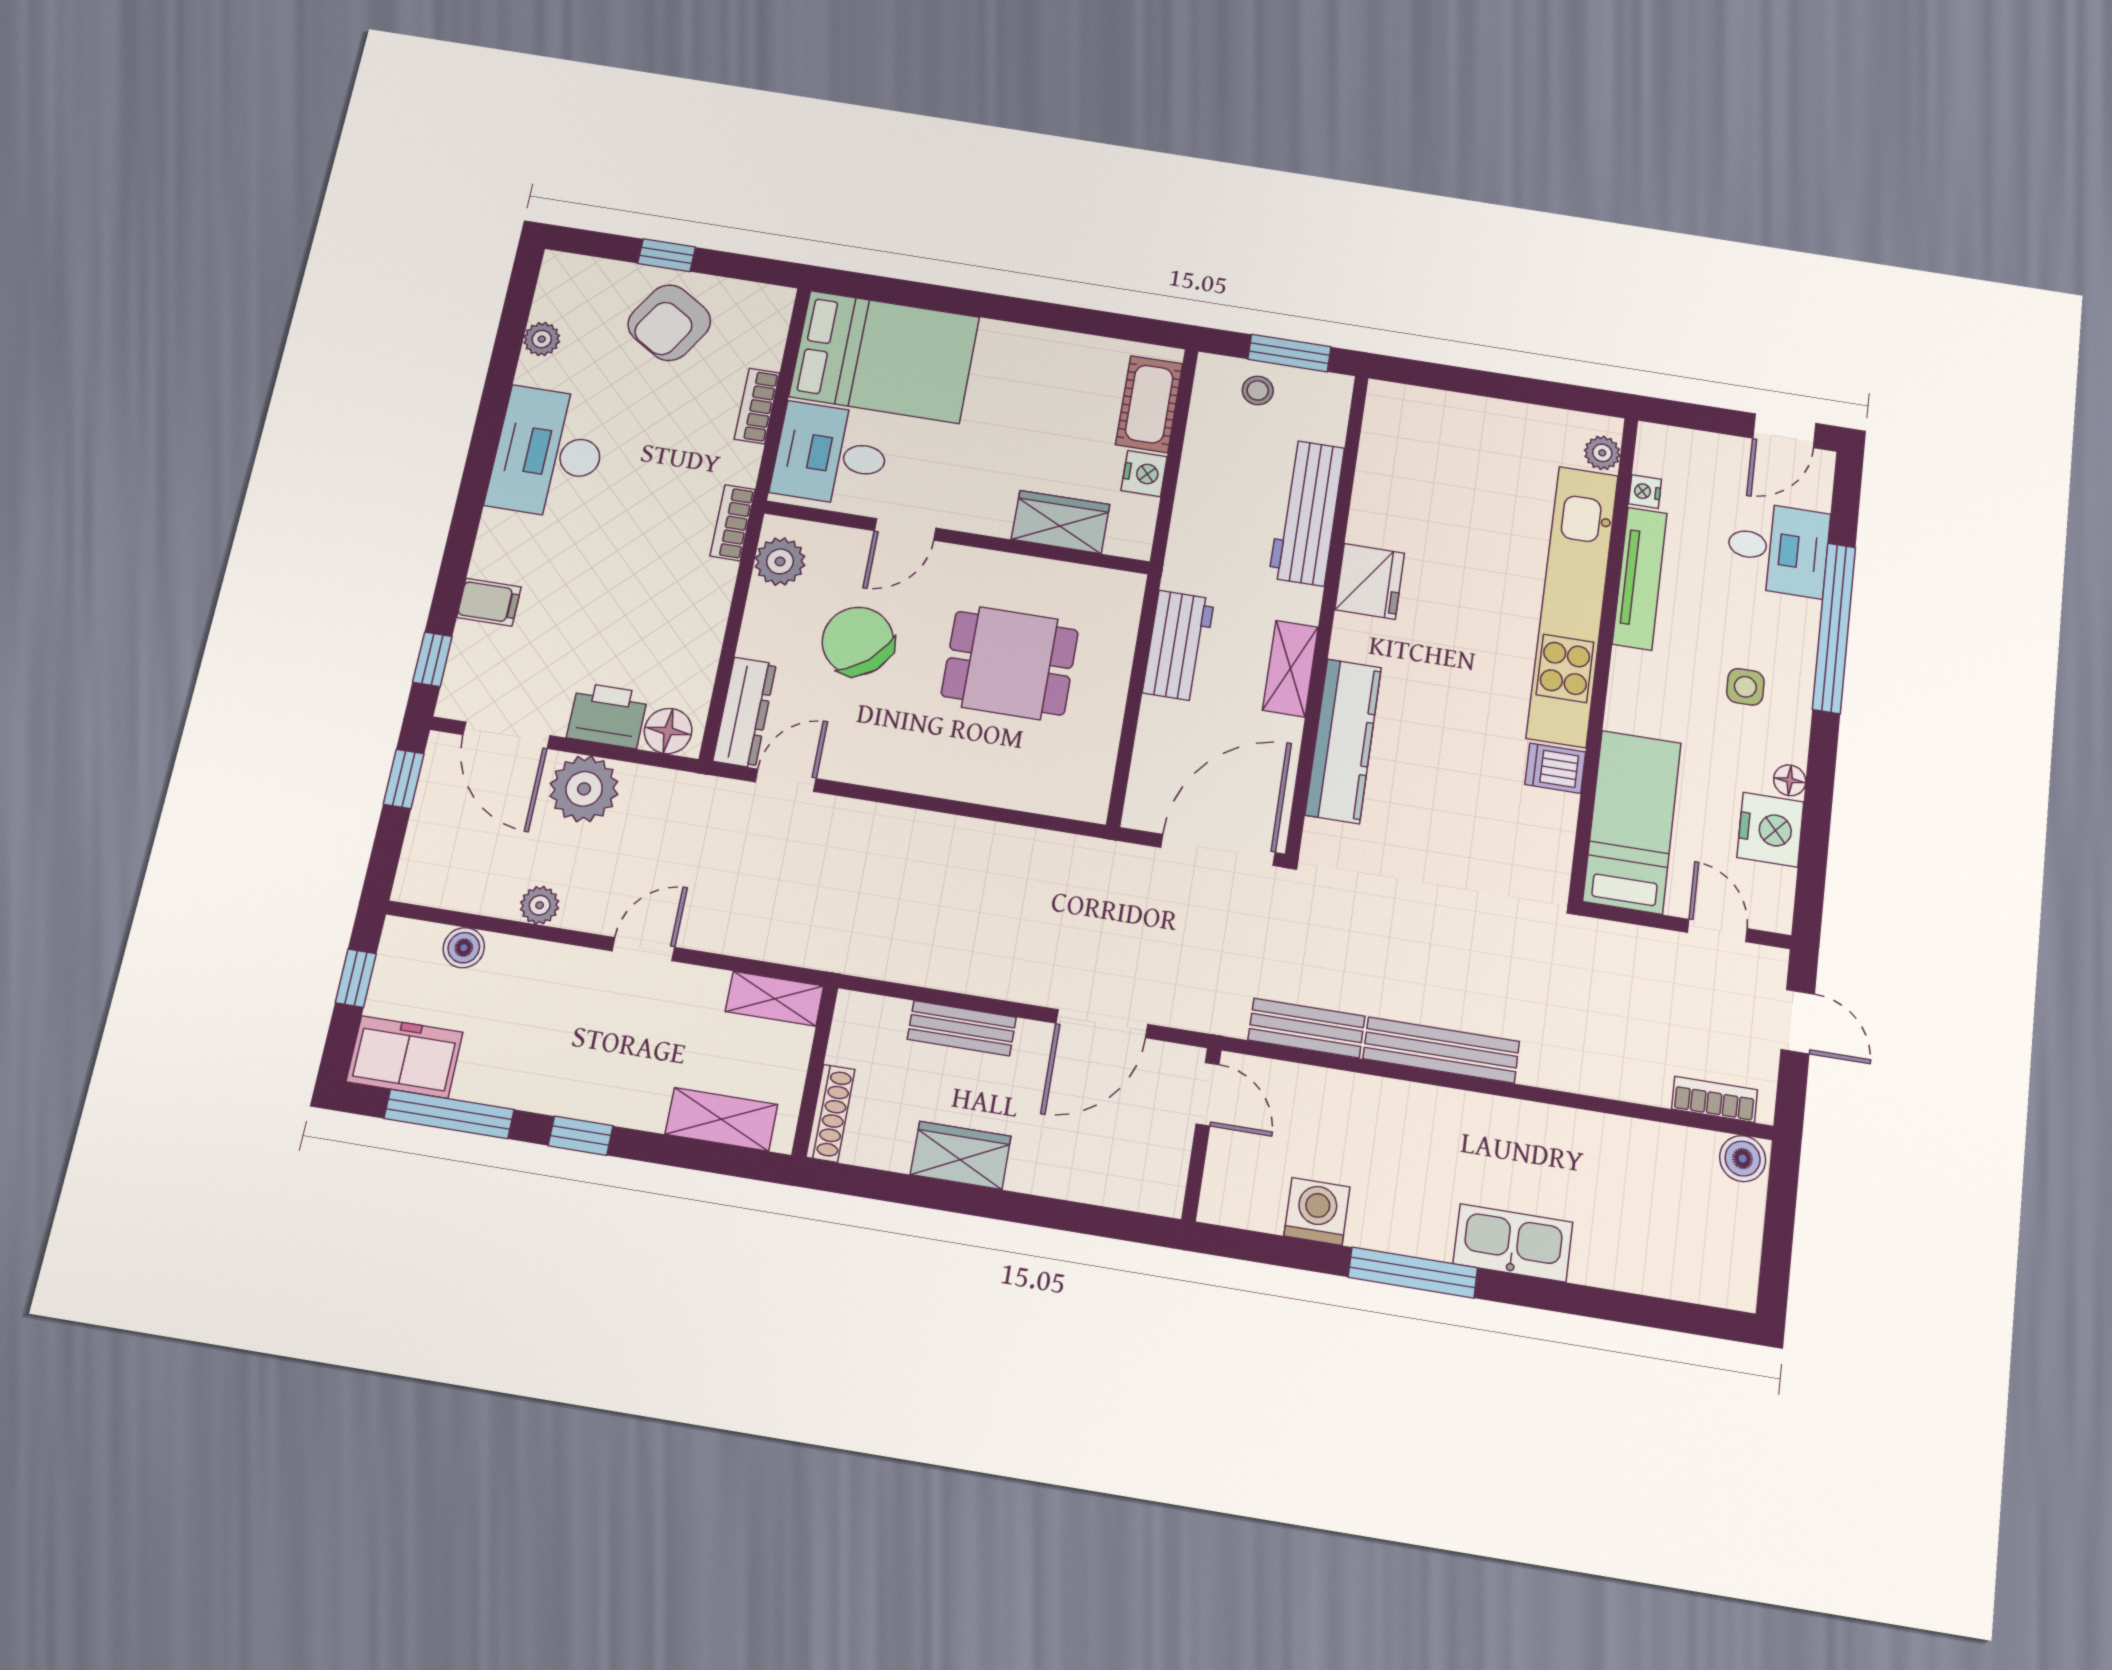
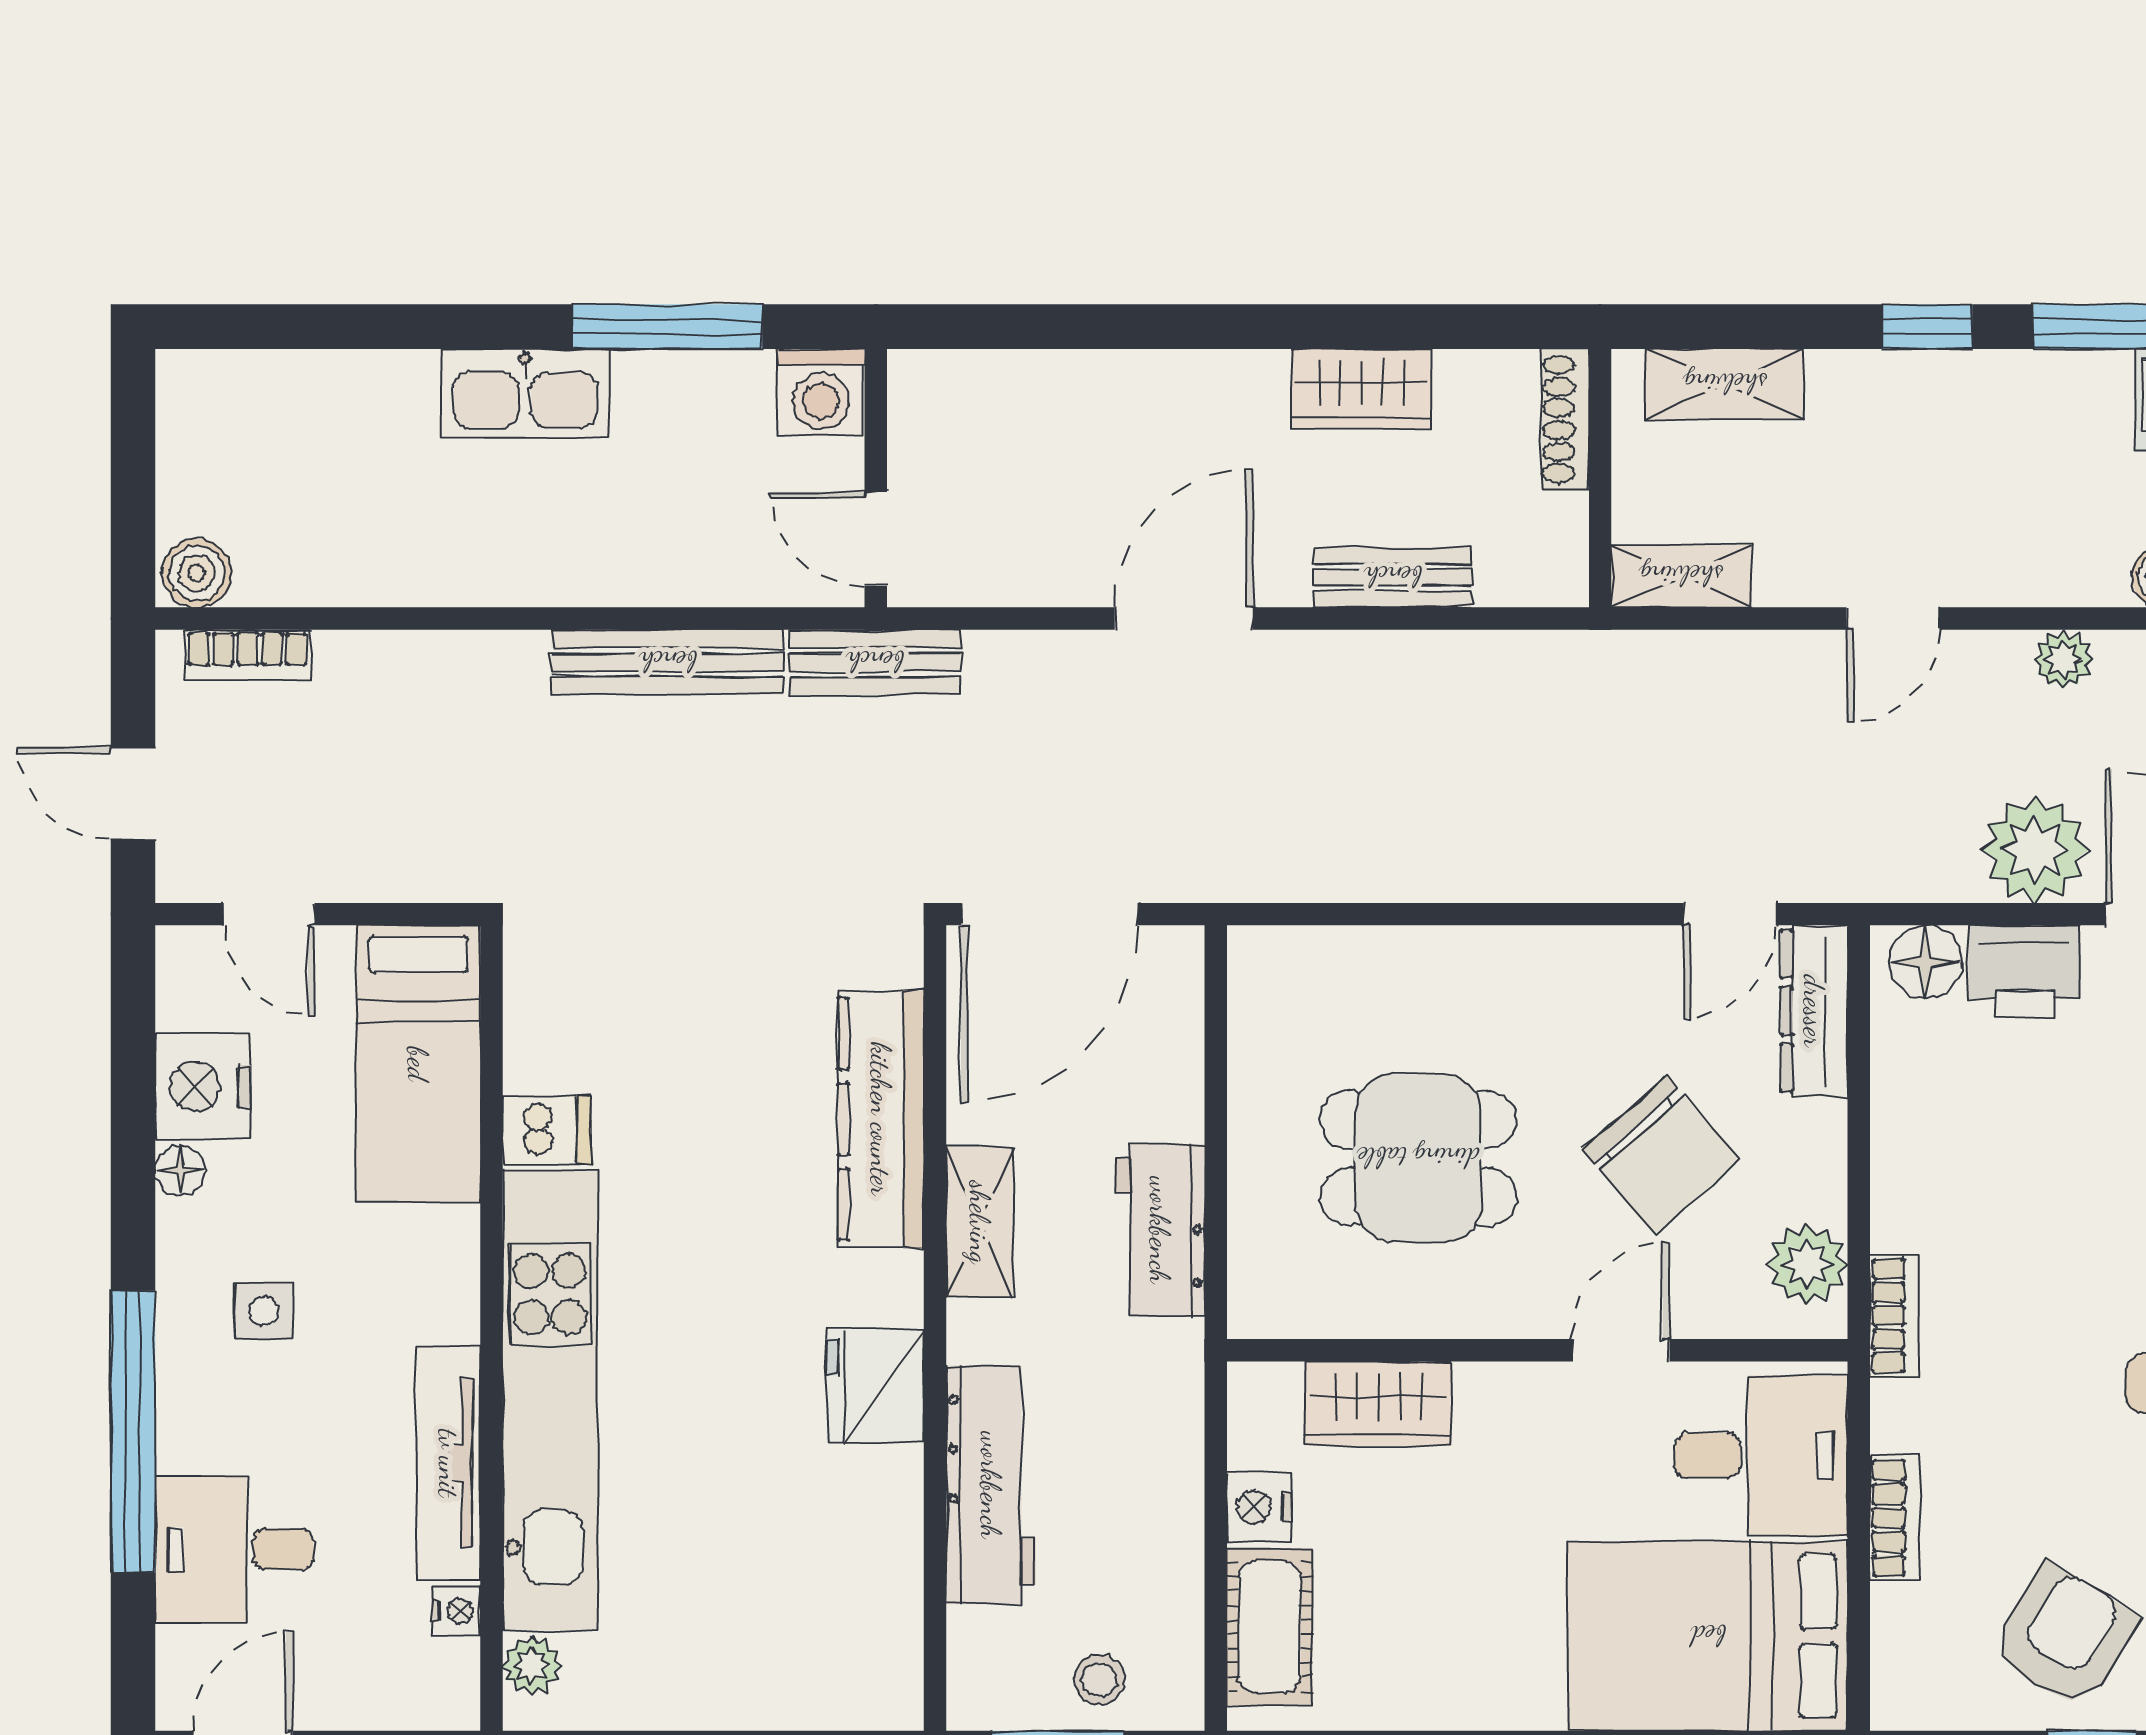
door: (1207, 1094) -> (876, 539), moved
wall: (1201, 1134) -> (876, 478), moved

